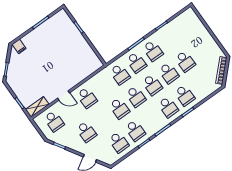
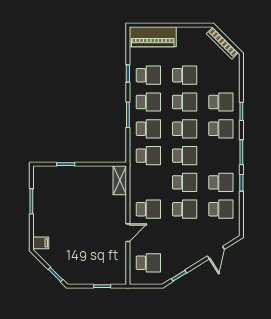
piano: (195, 25) -> (153, 37), added
school desk: (169, 39) -> (148, 75), added
shelving: (37, 107) -> (120, 180), moved
school desk: (86, 132) -> (185, 209), moved

